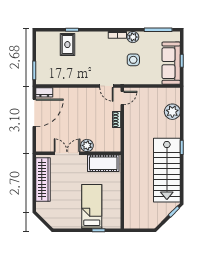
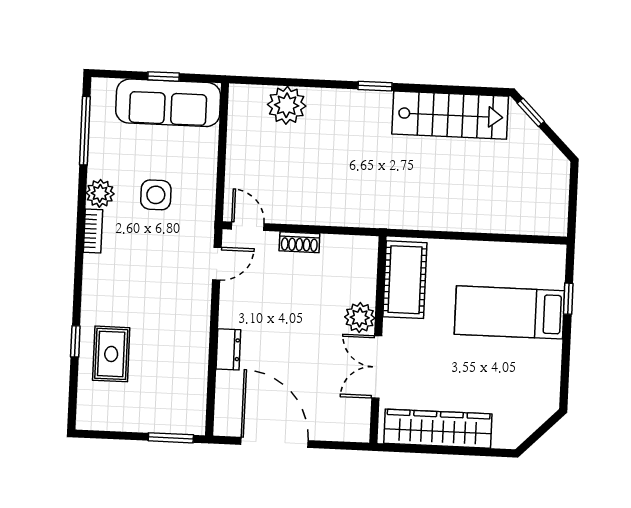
rug: (67, 45) -> (111, 354), turned 90
dresser: (44, 92) -> (228, 349), moved
stairs: (167, 170) -> (450, 115), width x0.73, depth x0.66

